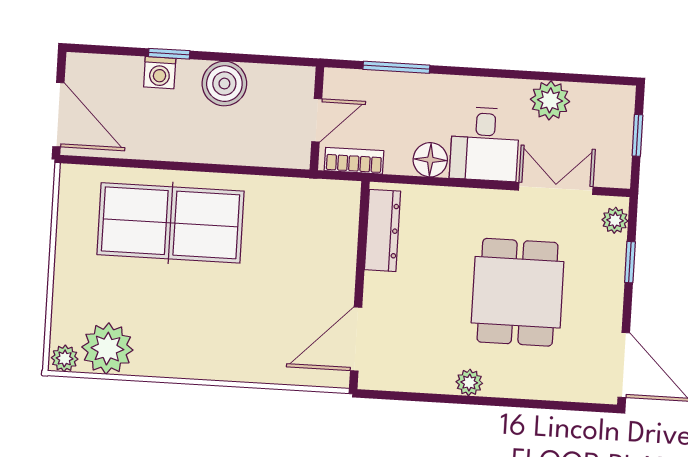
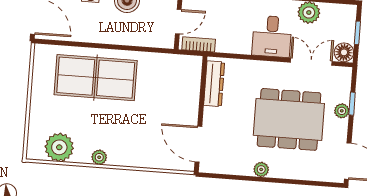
floor lamp: (430, 160) -> (344, 52), moved
plant: (615, 220) -> (342, 111), moved
dining table: (518, 292) -> (289, 119), width x1.38
door: (356, 339) -> (198, 144), hinge flipped
plant: (65, 358) -> (99, 157), moved

